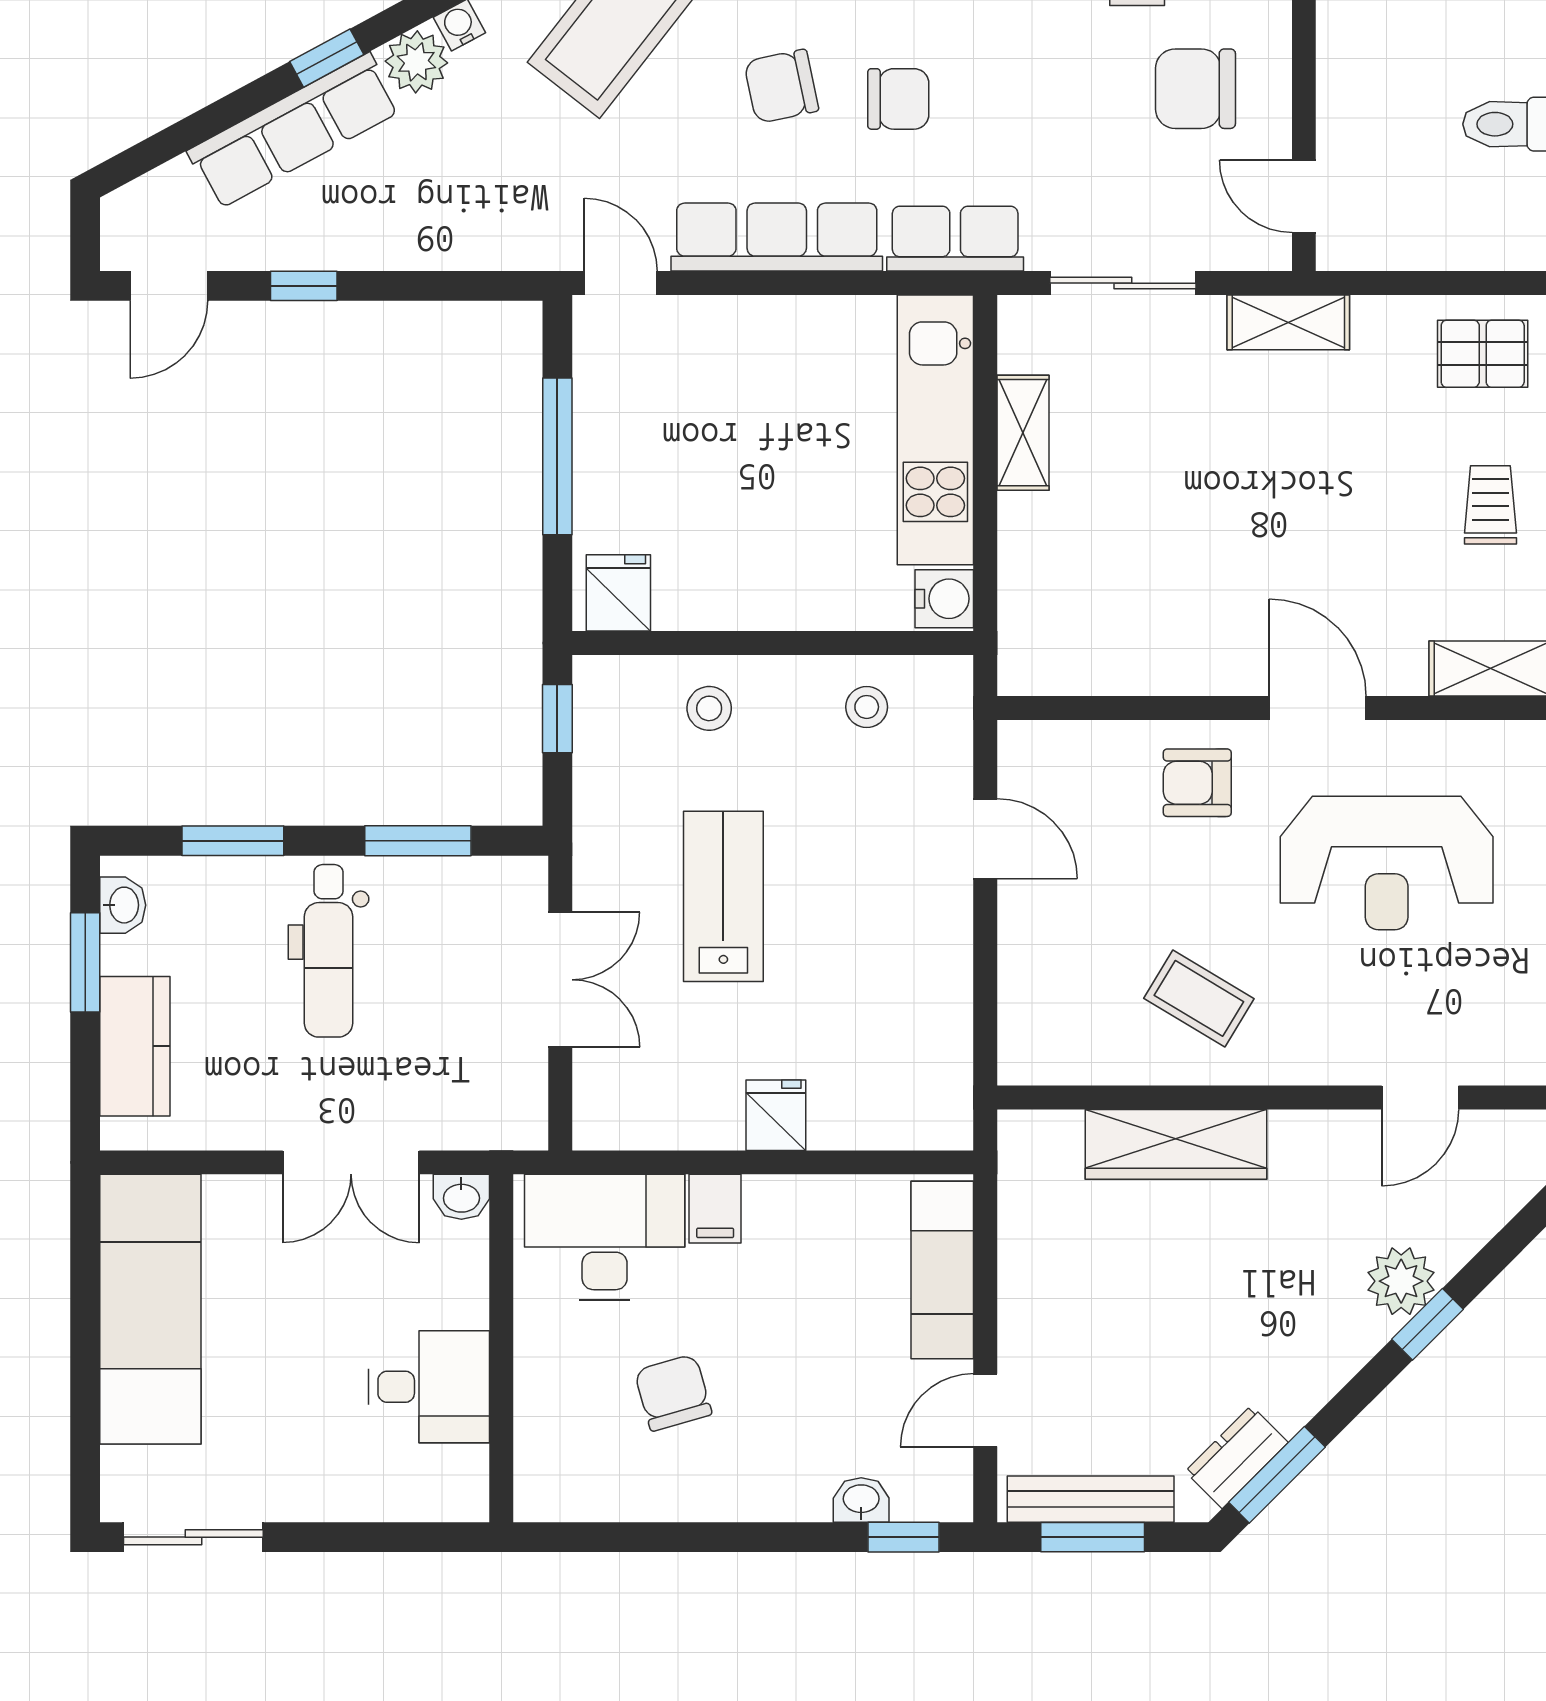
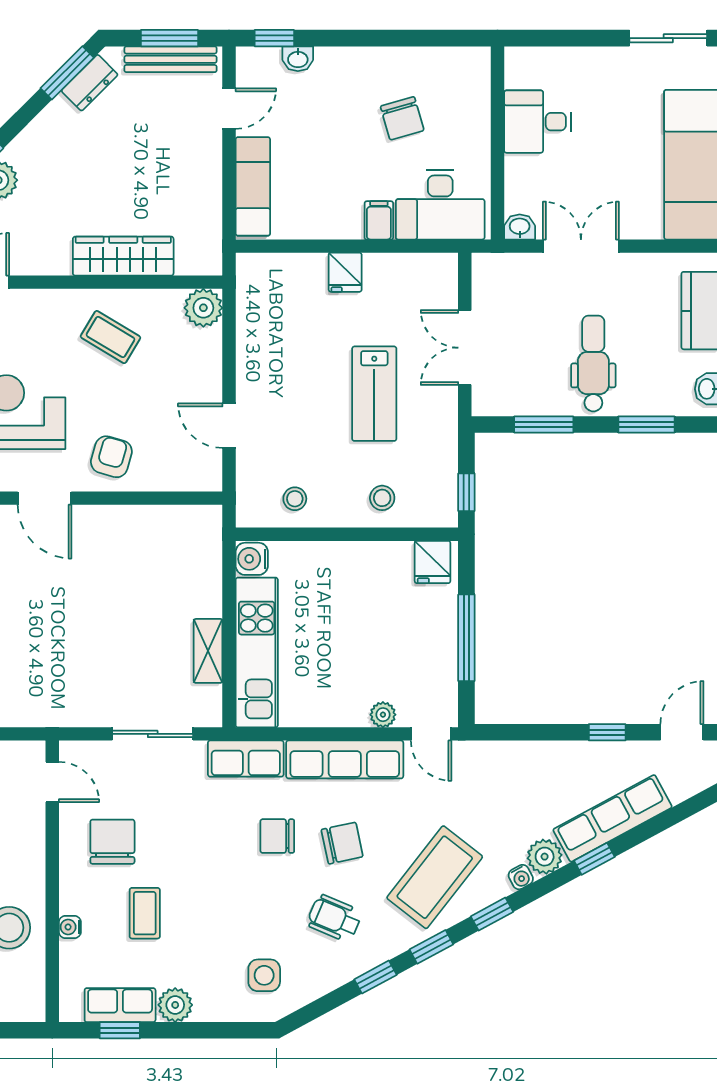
chair: (1195, 89) -> (112, 842), turned -90
plant: (708, 318) -> (383, 715), added
shelving: (1288, 322) -> (61, 712), removed
armchair: (1197, 783) -> (111, 457), turned -74
plant: (1032, 1051) -> (203, 308), added

